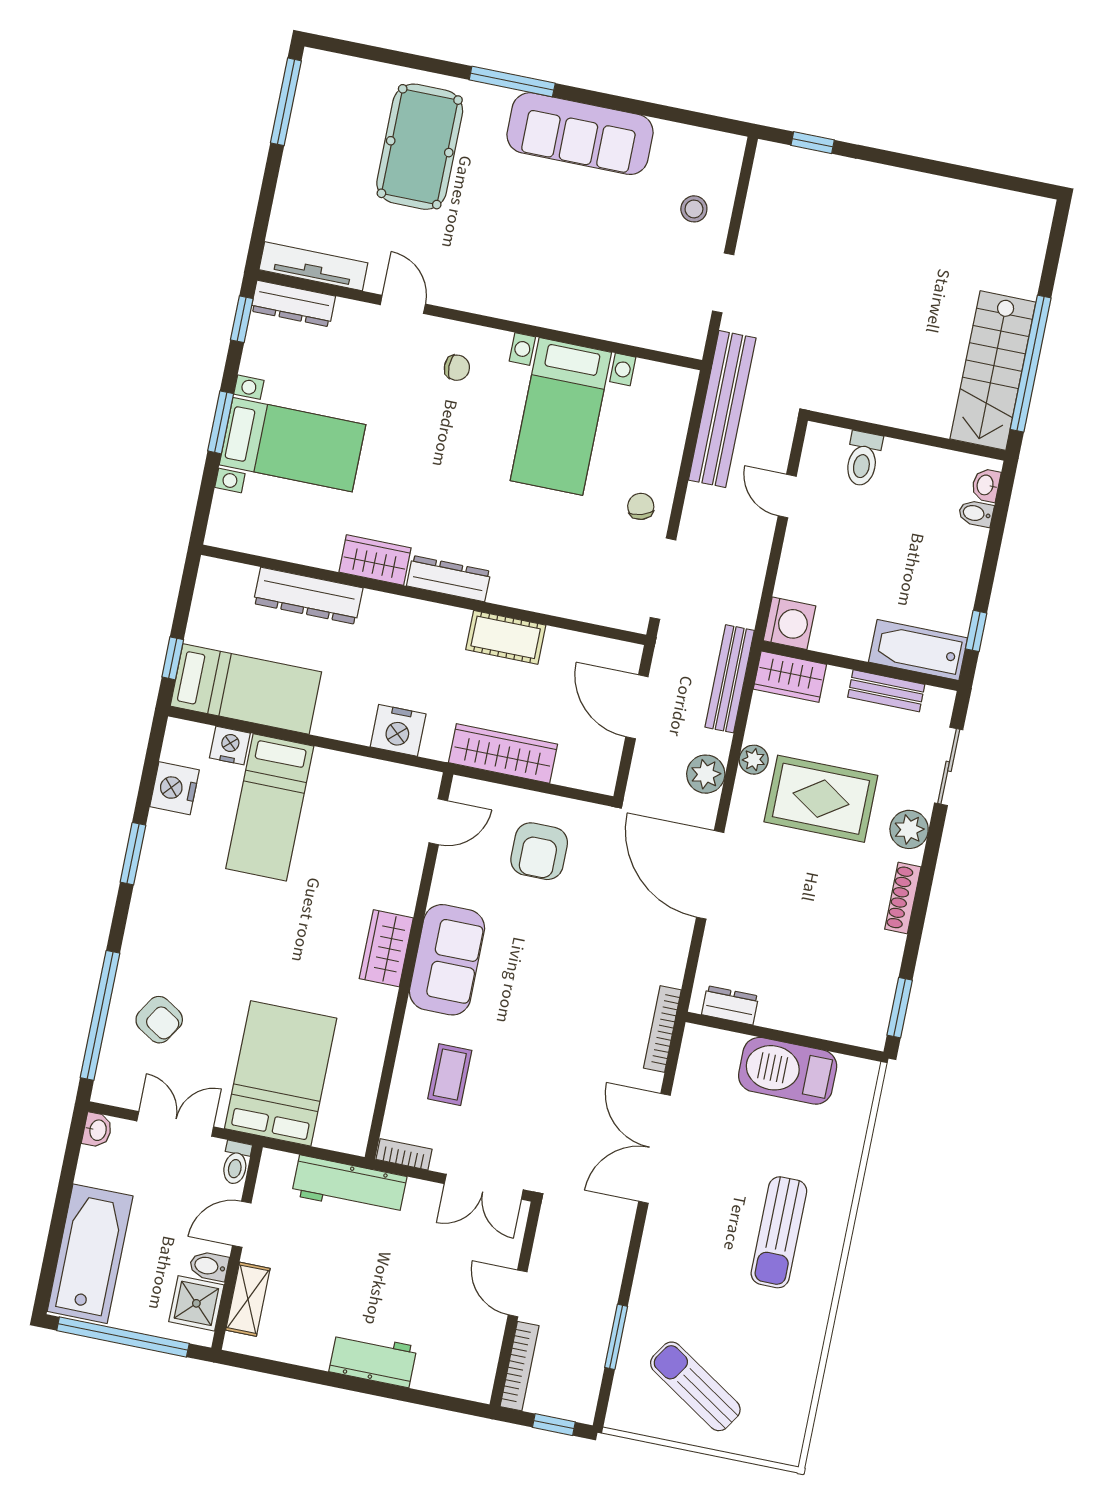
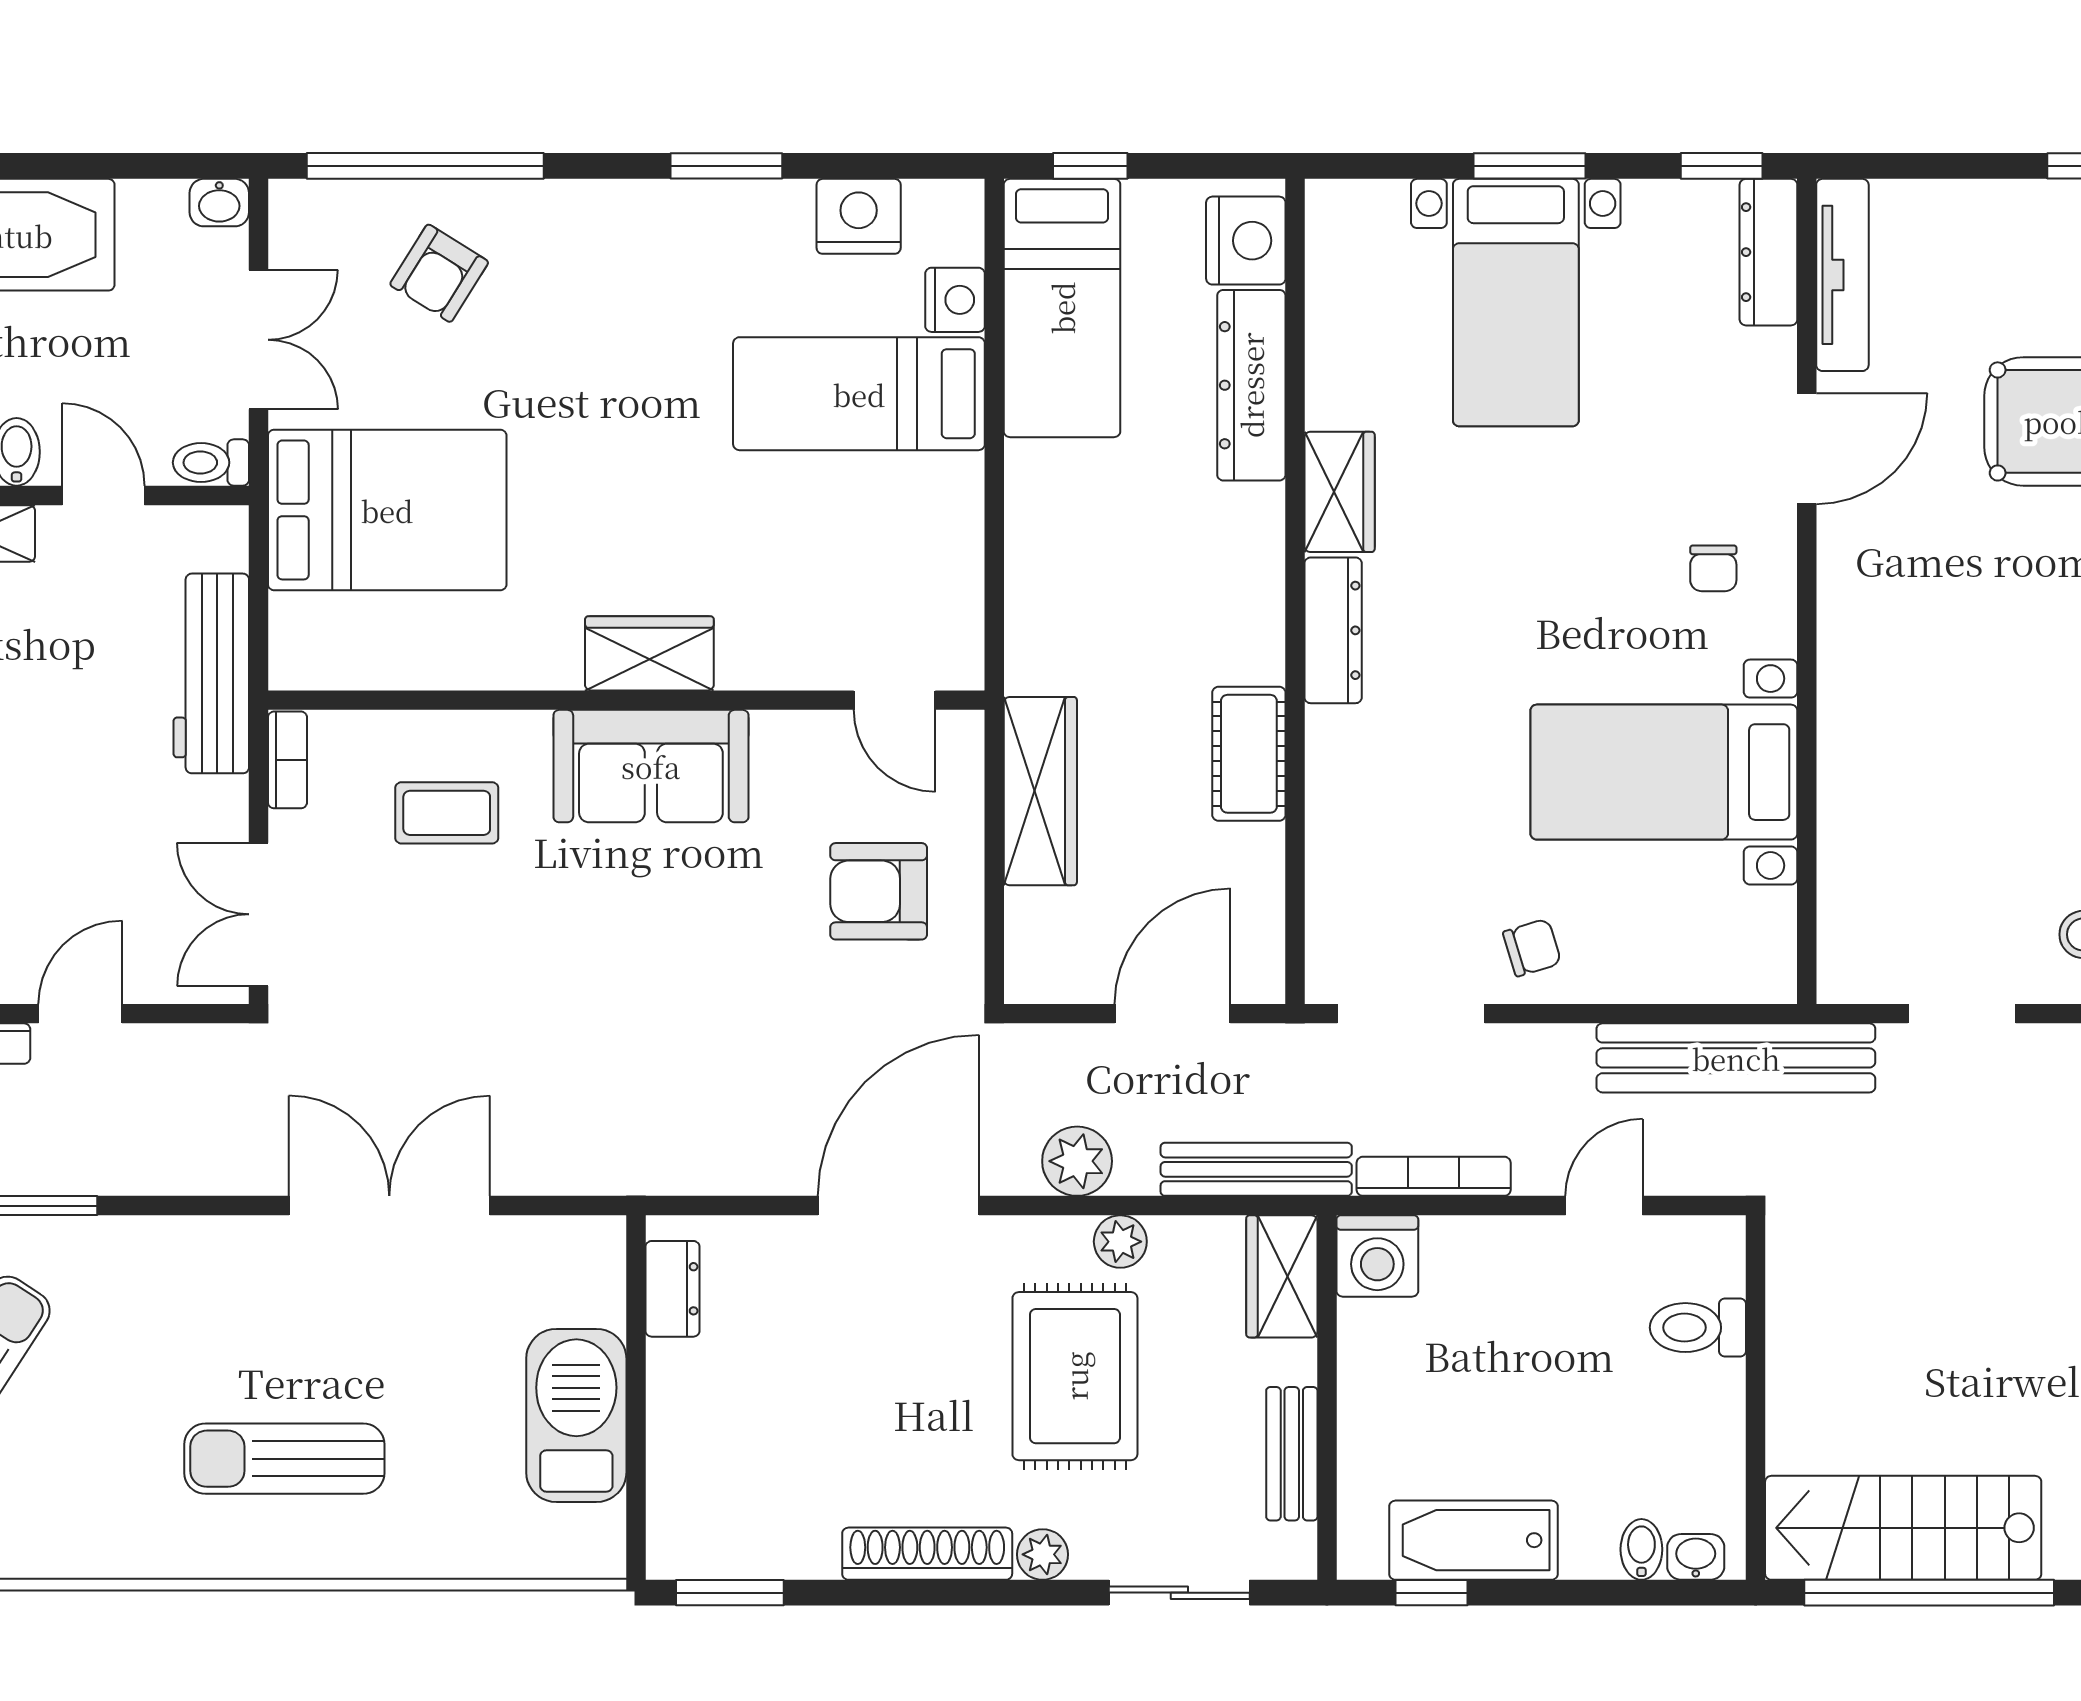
door: (403, 304) -> (1807, 449), width x1.38
bathtub: (918, 650) -> (1474, 1540), moved, turned -90
nightstand: (398, 730) -> (1246, 241), moved, turned 180
plant: (909, 829) -> (1043, 1554), width x0.73, depth x0.73
shoe rack: (903, 898) -> (927, 1554), width x1.36, depth x1.24
bookcase: (662, 1029) -> (1434, 1176), moved

